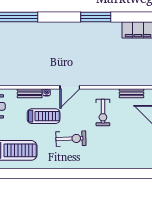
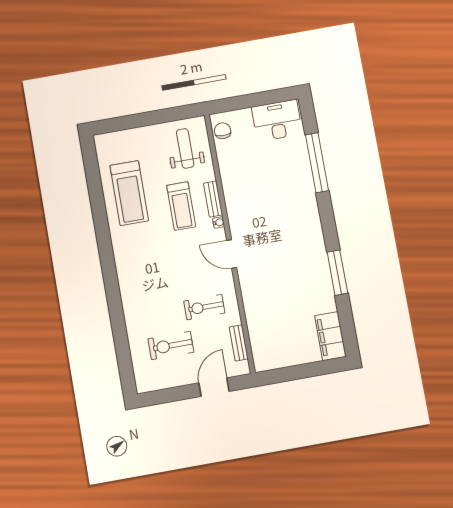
treadmill: (44, 116) -> (181, 206), moved
exercise bike: (71, 139) -> (171, 346), moved, turned 92

